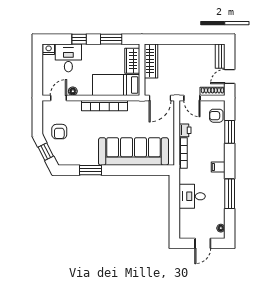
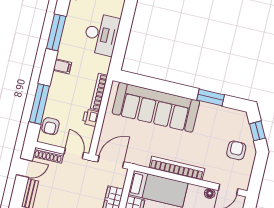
armchair: (216, 116) -> (50, 126), turned 90
window: (230, 132) -> (39, 104), width x1.44
desk: (192, 196) -> (101, 34), width x1.37

